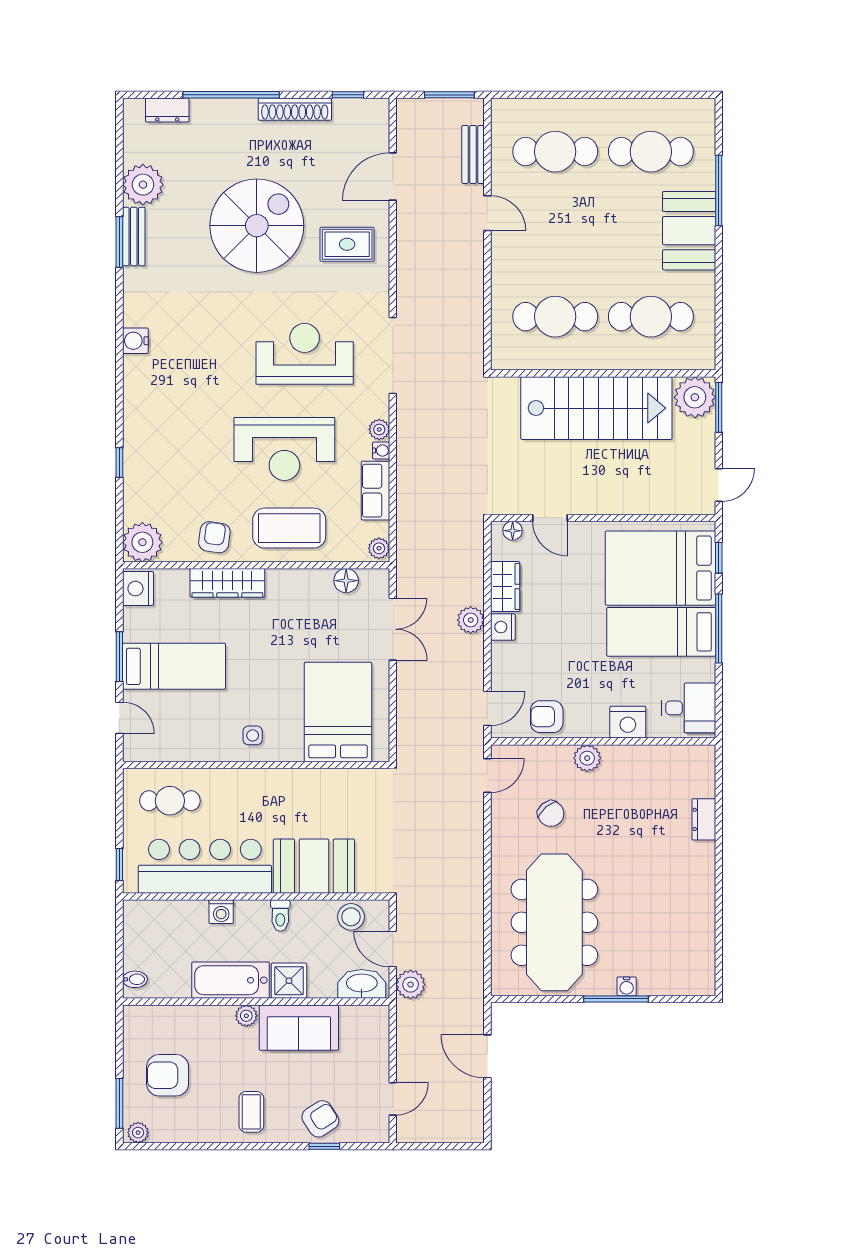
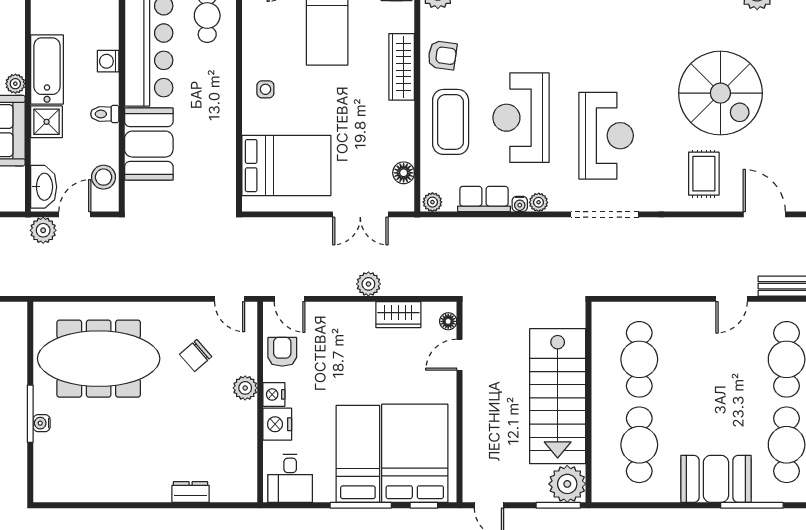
nightstand: (503, 627) -> (274, 394), moved, turned -90

